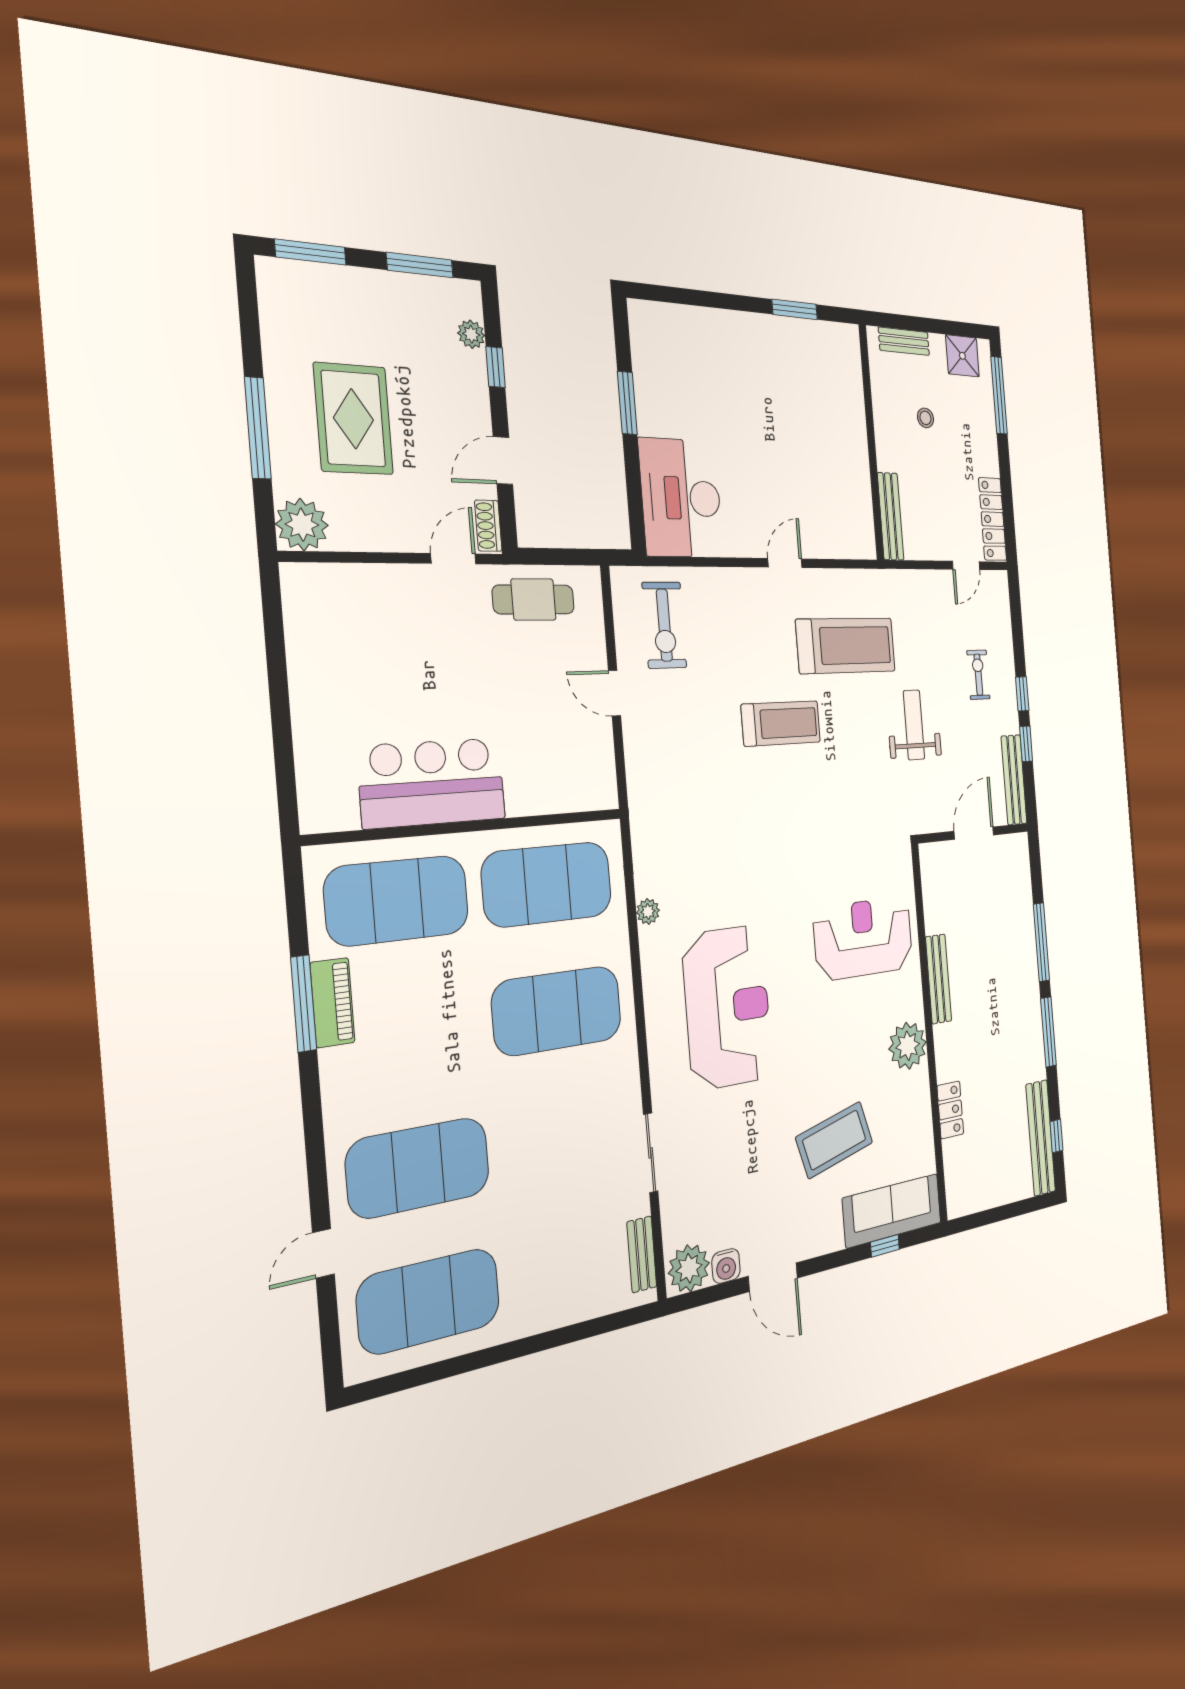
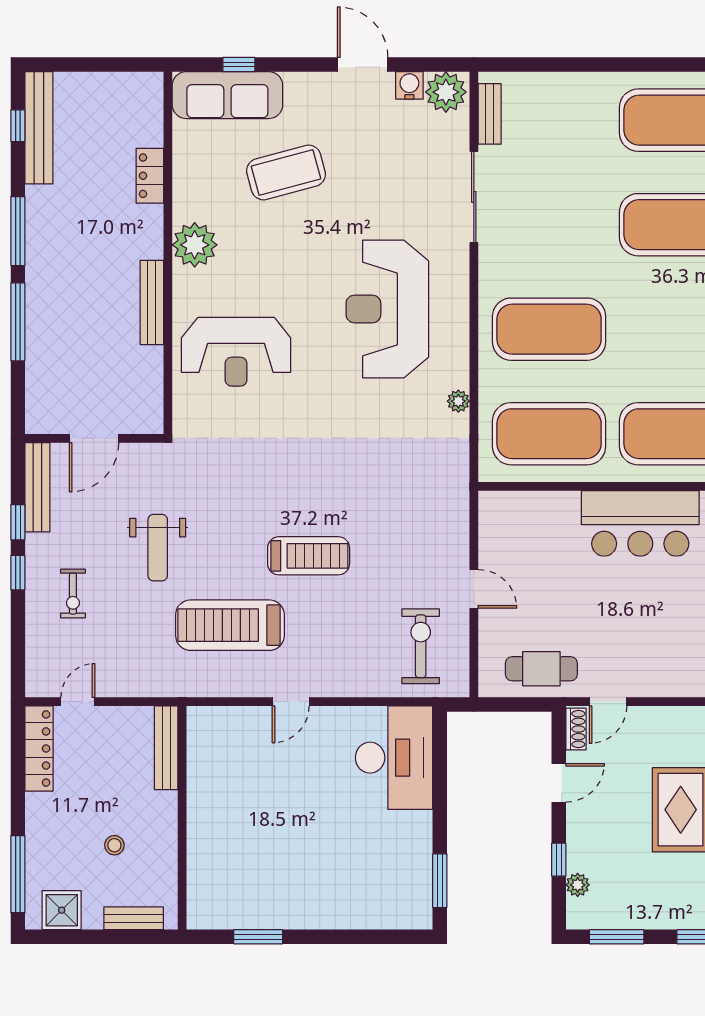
window: (627, 403) -> (440, 881), moved
treadmill: (781, 723) -> (309, 556), turned 180
sliding door: (651, 1153) -> (474, 197), width x1.37

